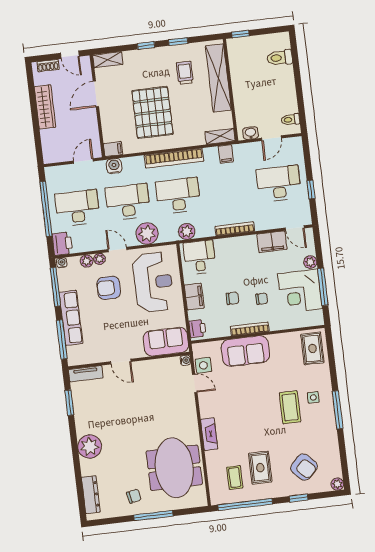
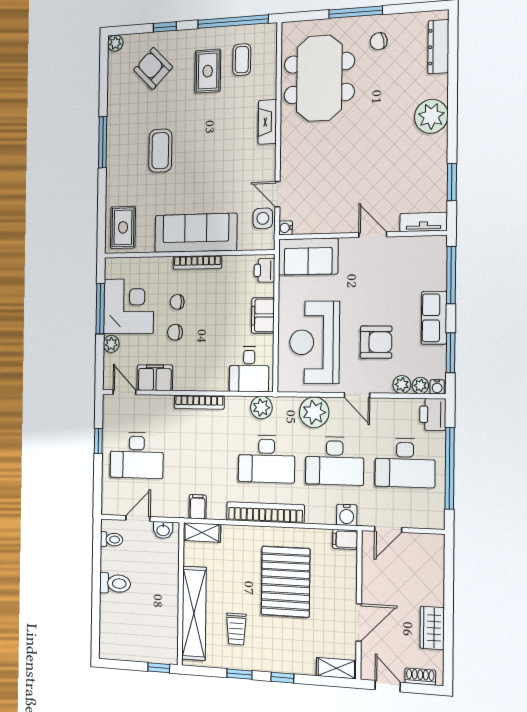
toilet: (280, 58) -> (115, 583), moved
wardrobe: (45, 107) -> (432, 628), width x0.67
plant: (100, 259) -> (420, 386), moved
window: (55, 287) -> (451, 353), width x0.69
chair: (232, 298) -> (175, 332), moved
row of seats: (71, 318) -> (434, 318), width x0.68
sofa: (245, 351) -> (196, 233), width x1.36
side table: (313, 397) -> (130, 161), removed

